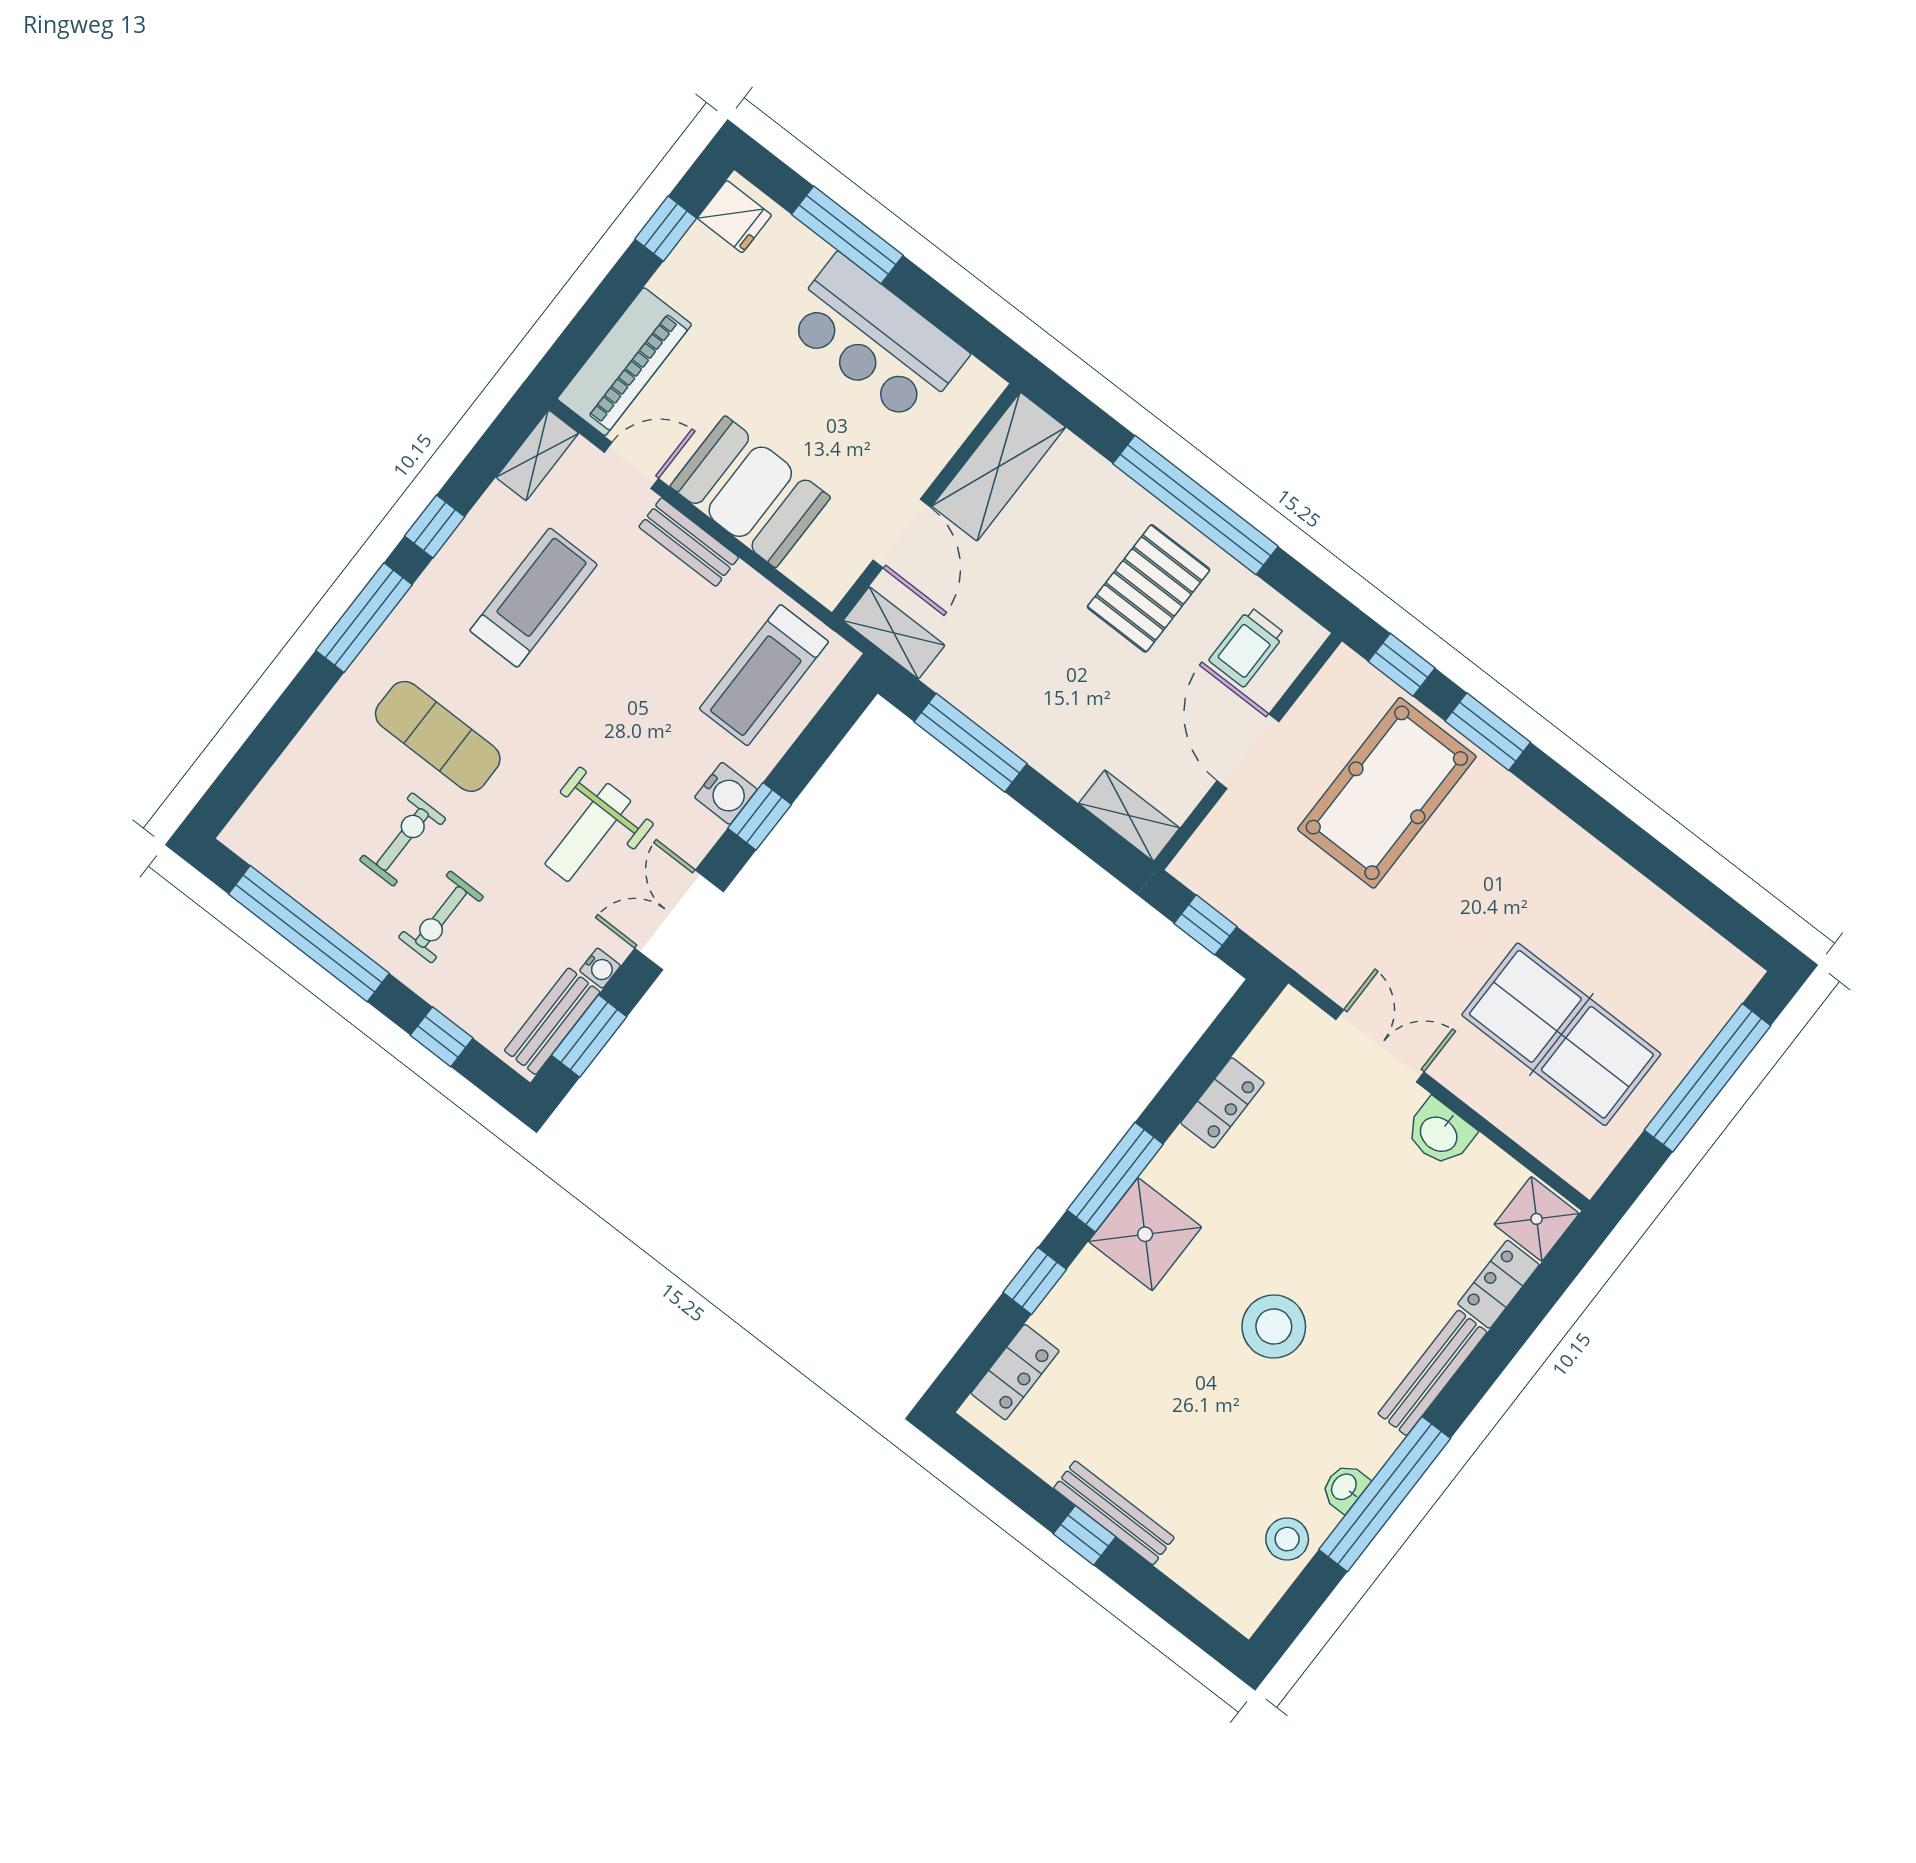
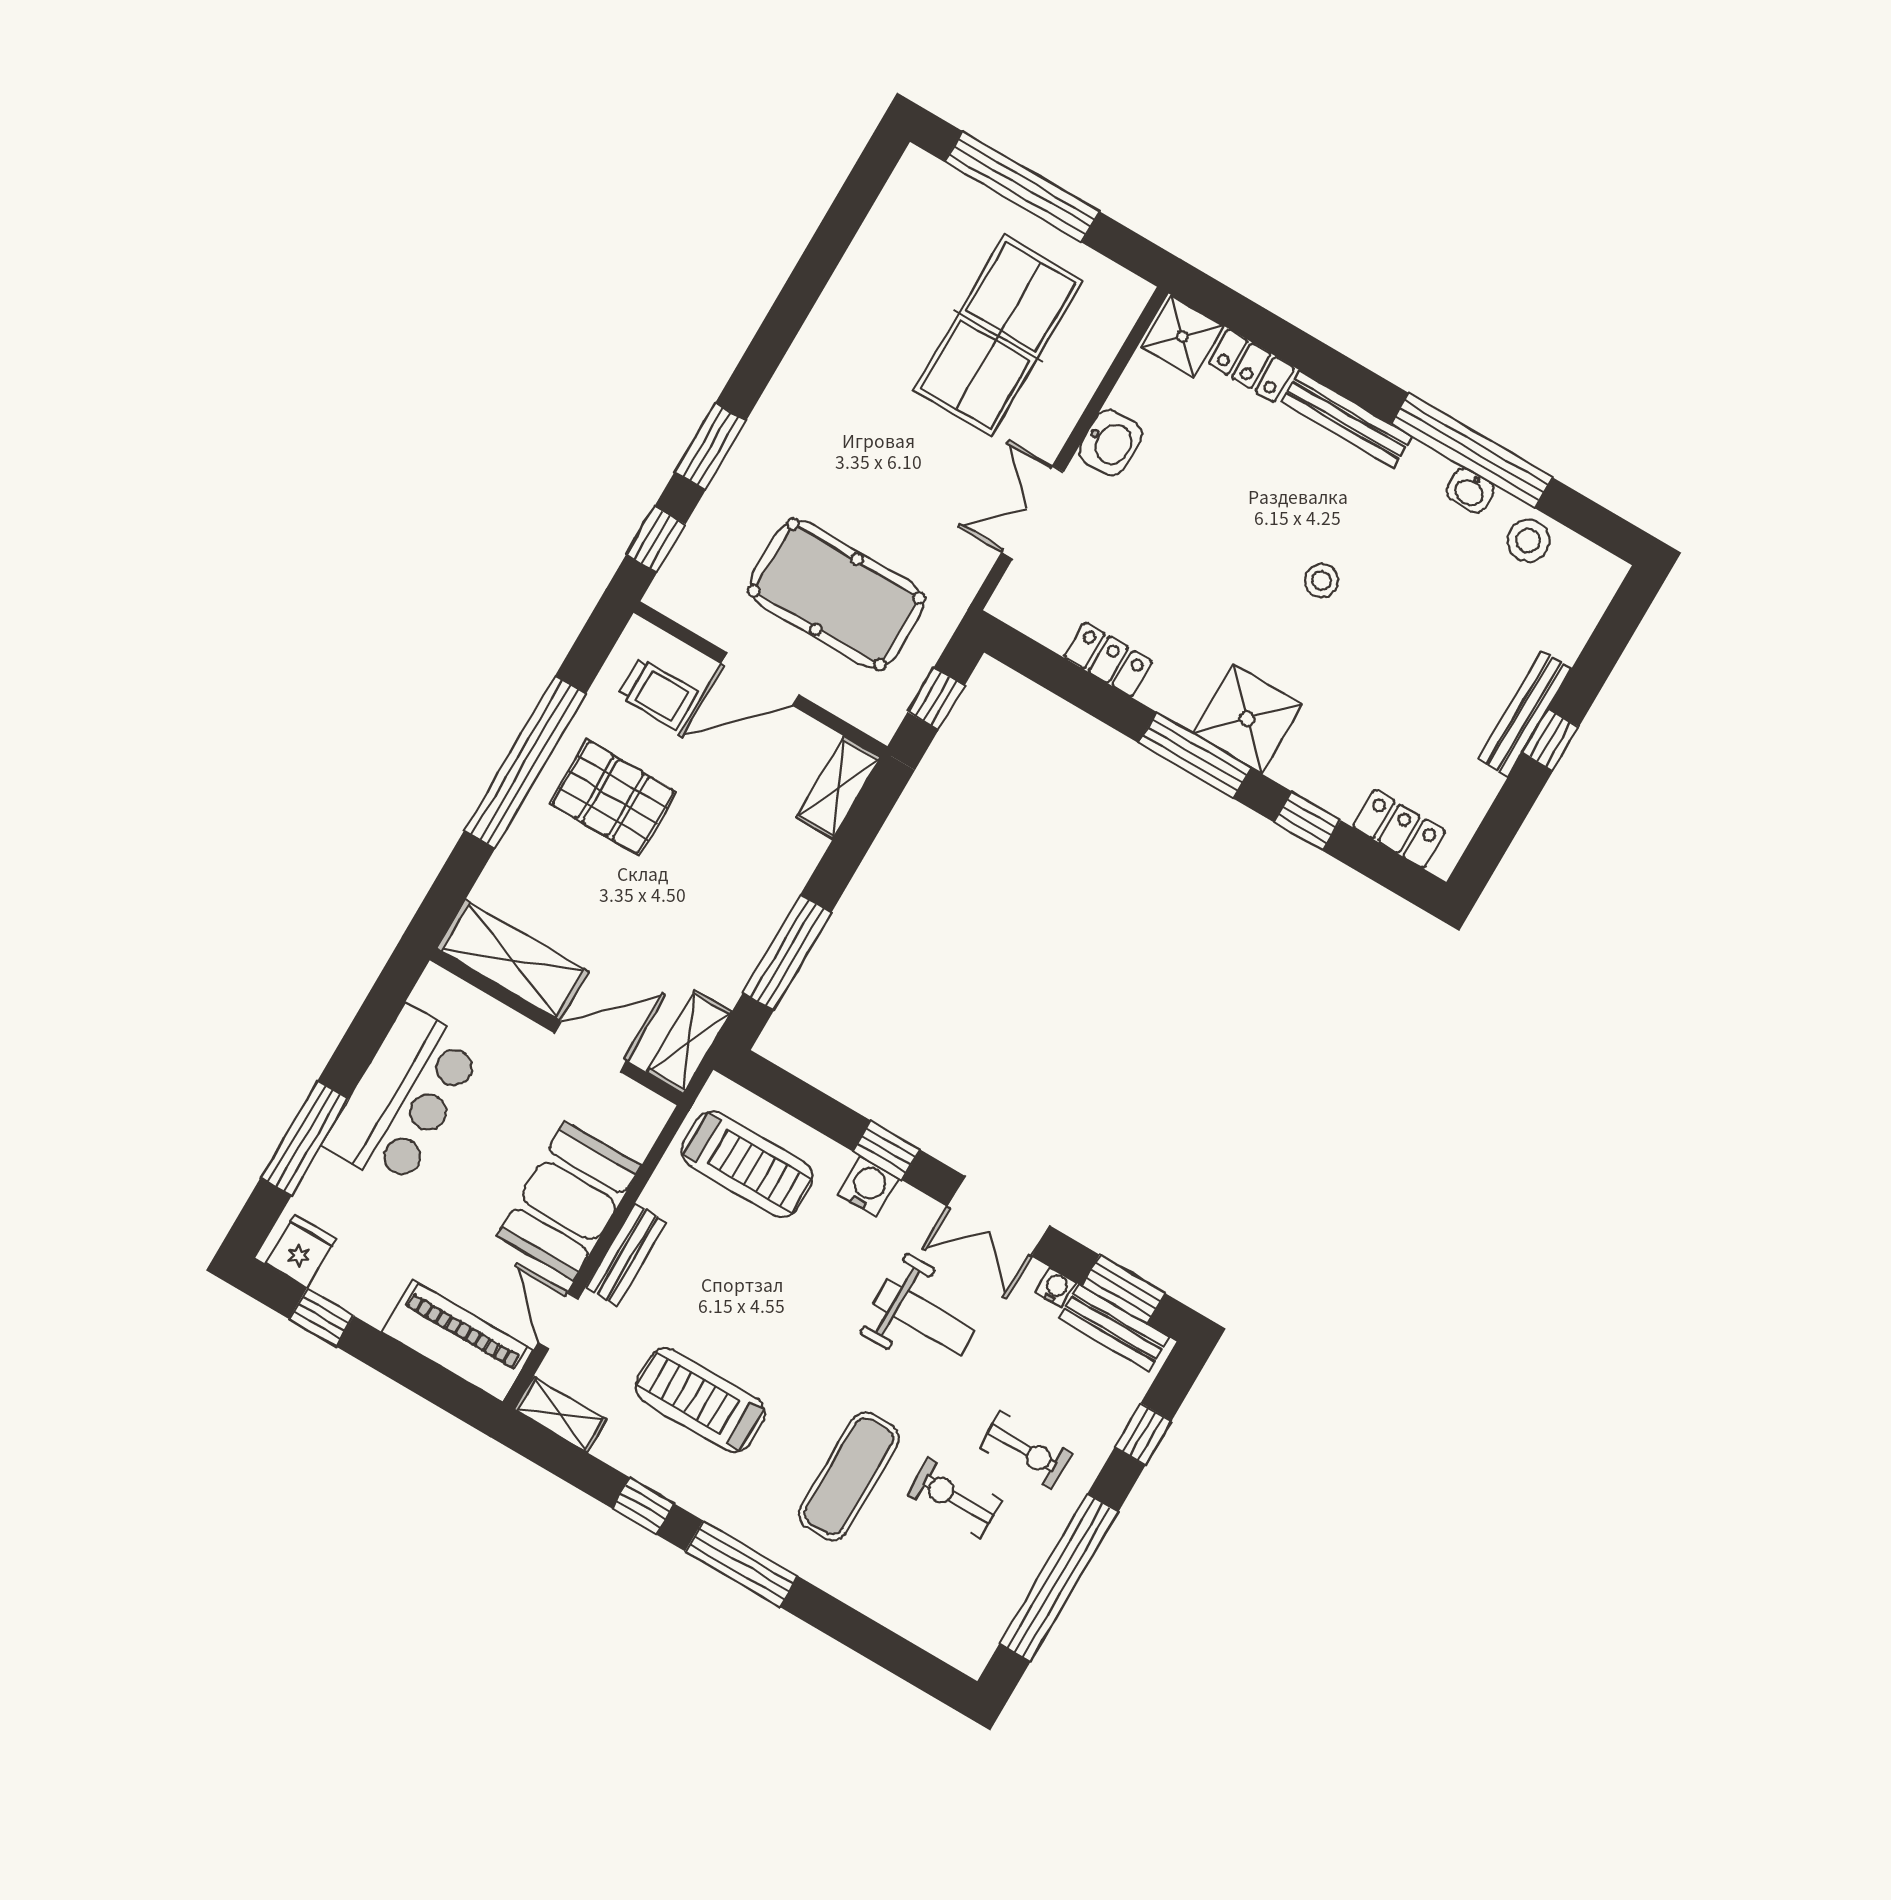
pool table: (1387, 793) -> (836, 594), moved
stool: (1274, 1327) -> (1321, 581), width x0.53, depth x0.53

